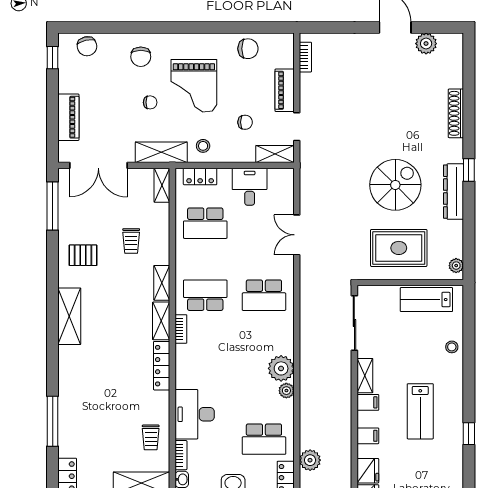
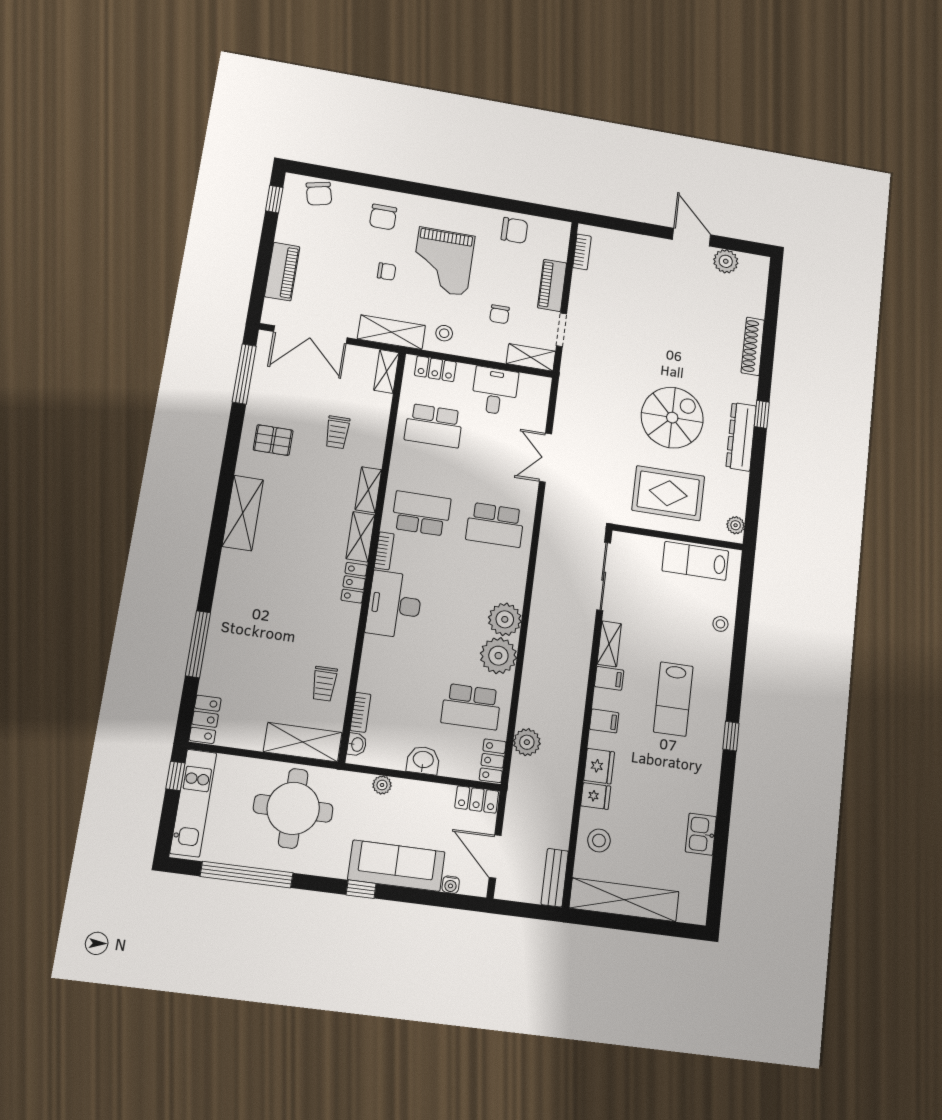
chair: (245, 122) -> (499, 314), turned 90
locker: (162, 366) -> (354, 583), width x0.66
plant: (286, 391) -> (498, 656), width x1.87, depth x1.87
desk: (195, 414) -> (394, 605), moved

